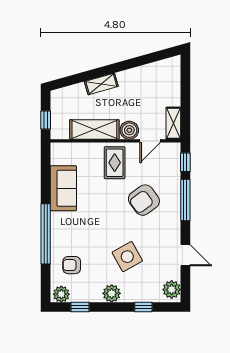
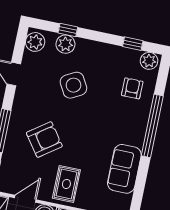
armchair: (72, 265) -> (132, 88), turned -90
plant: (112, 293) -> (65, 44), moved

